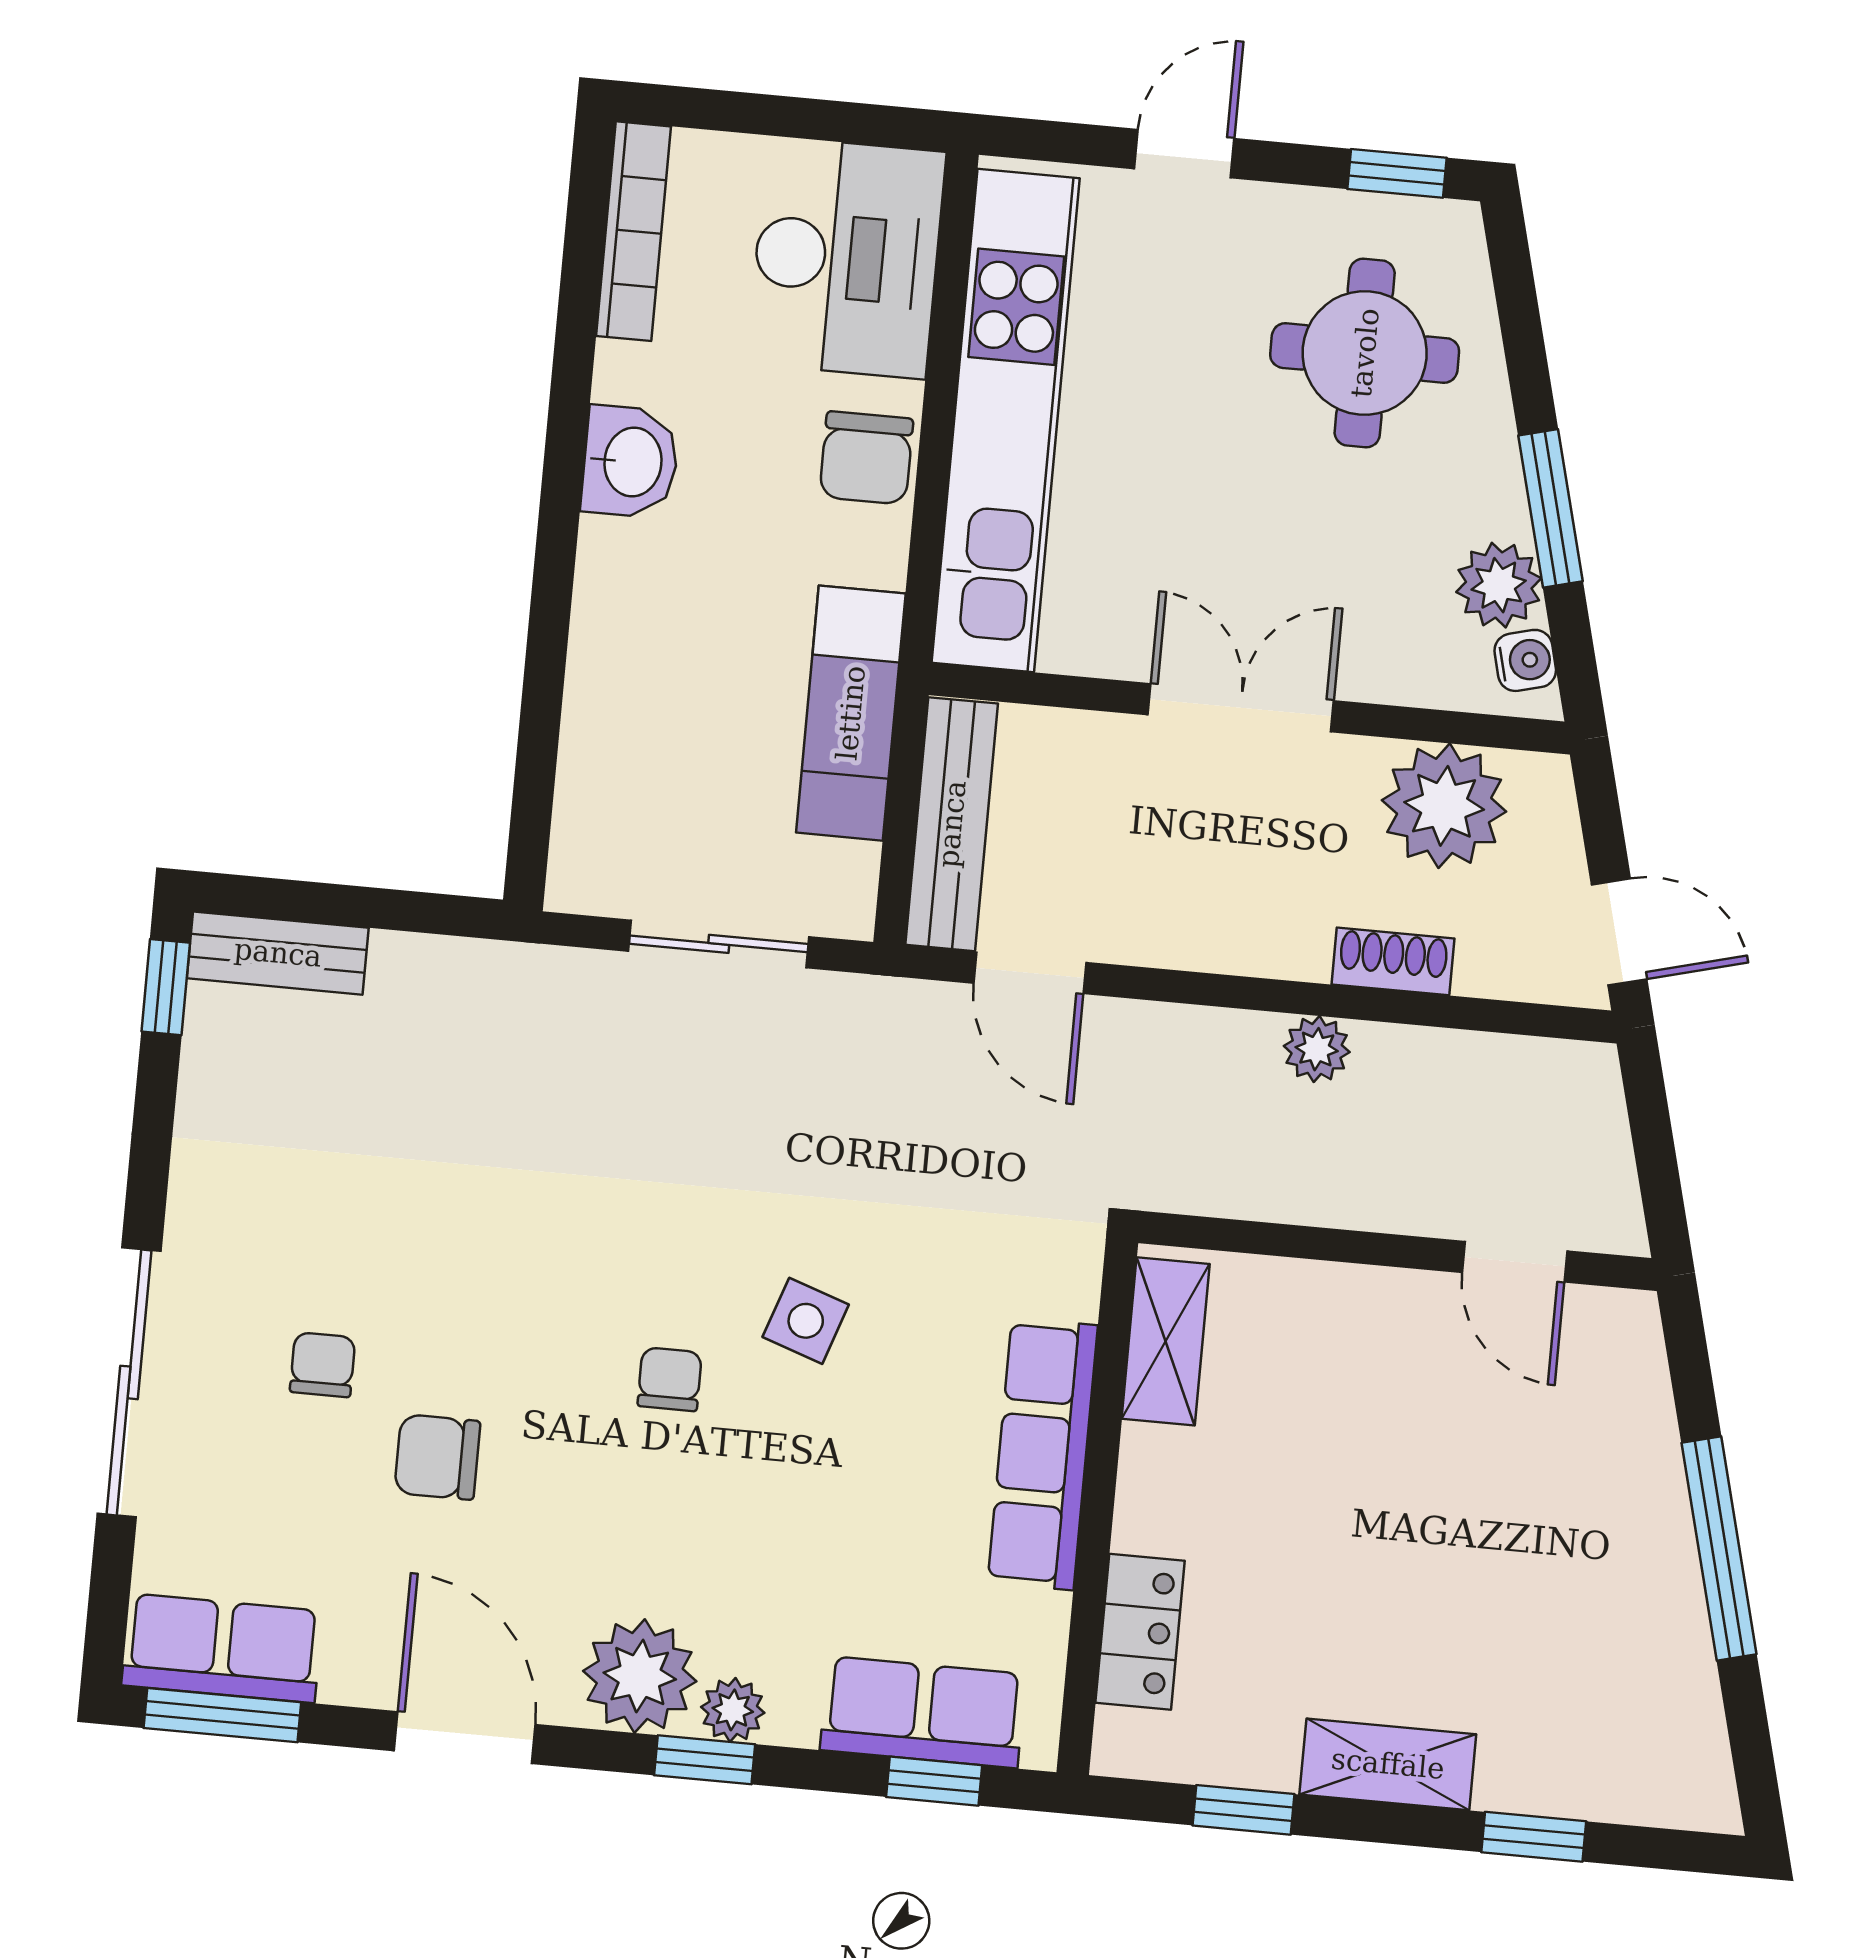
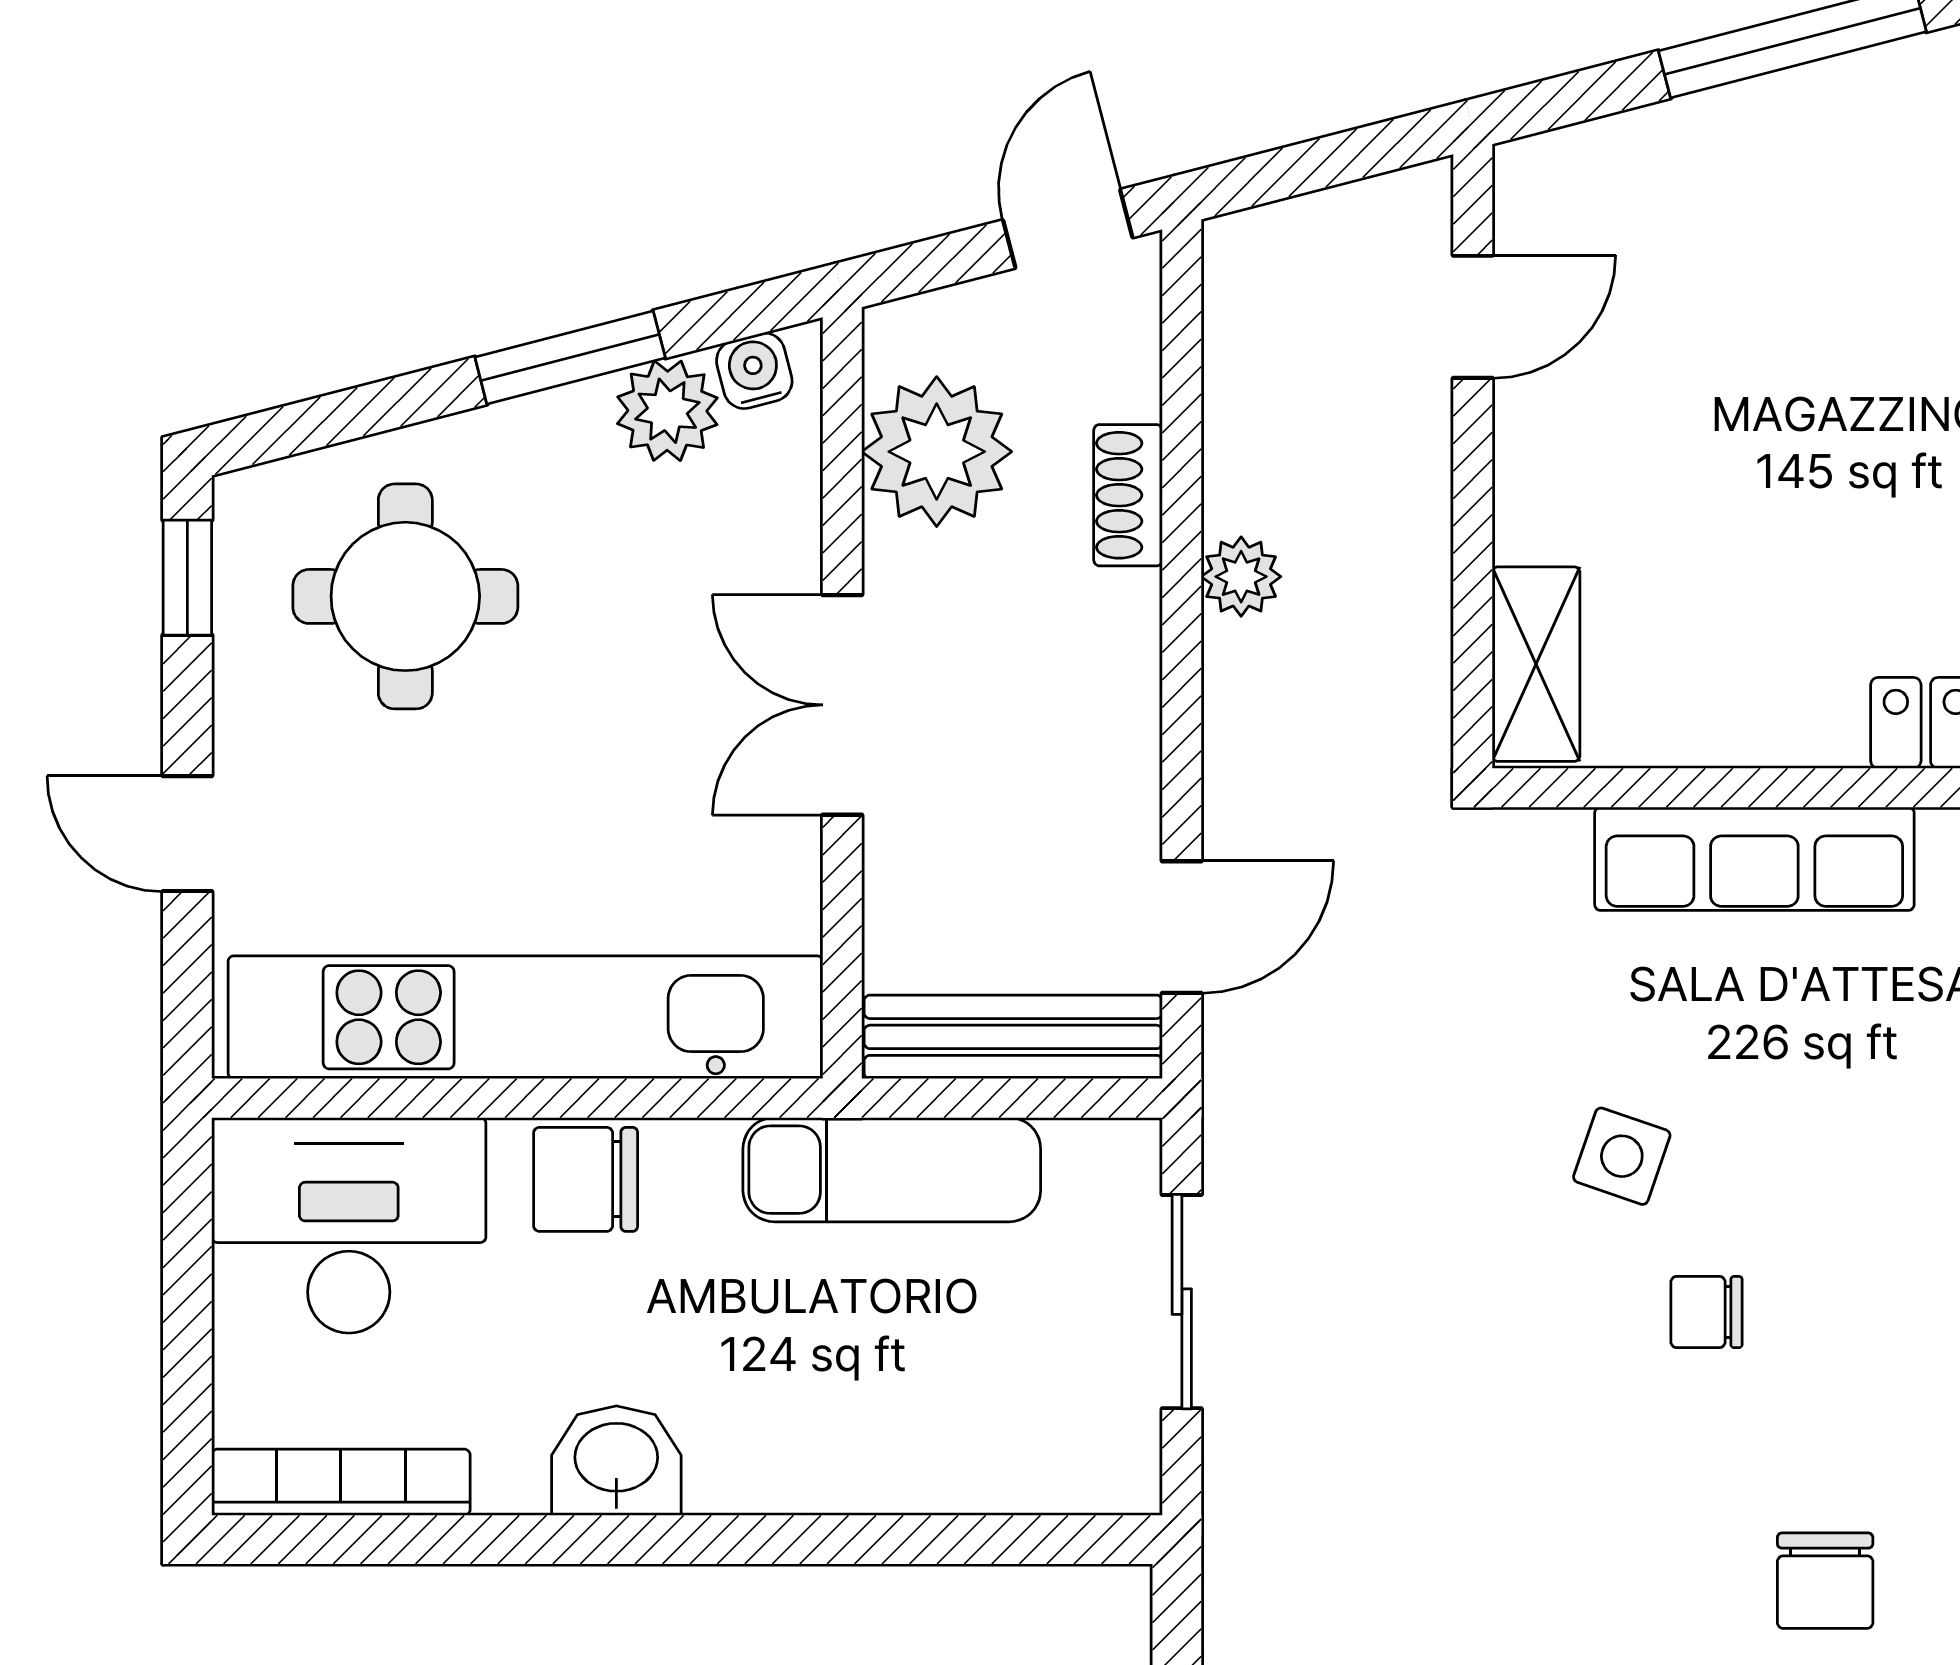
chair: (866, 458) -> (586, 1179), turned 180
shelving: (1166, 1341) -> (1536, 664), moved, turned 90

